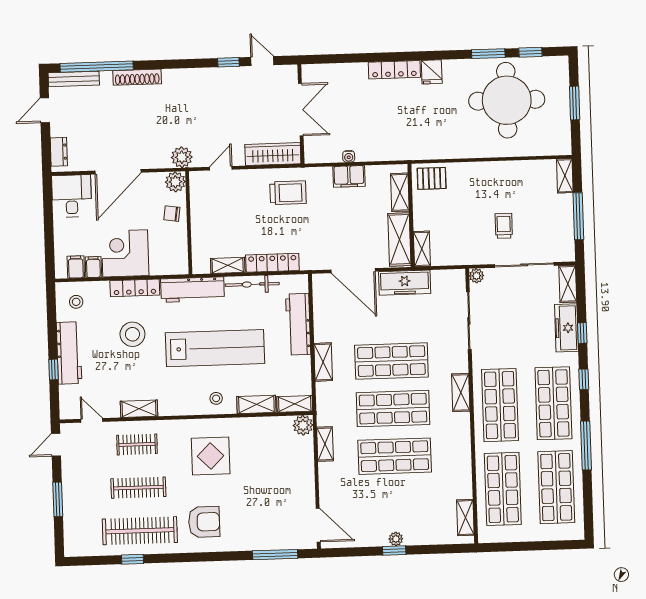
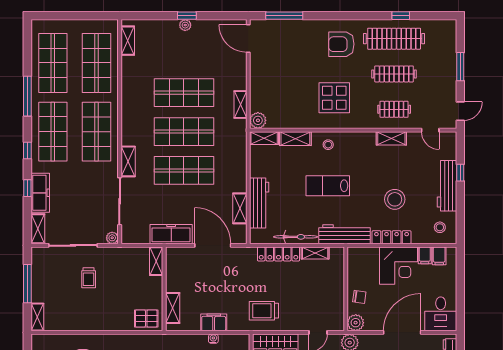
shelving: (399, 239) -> (174, 270), removed
lab bench: (215, 348) -> (328, 186), width x0.54, depth x0.72
shelving: (323, 362) -> (240, 208), moved
shelving: (461, 392) -> (128, 161), moved

